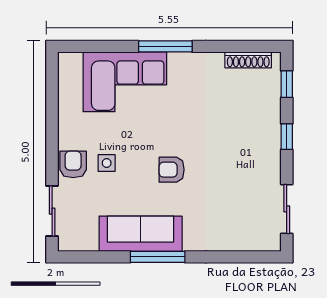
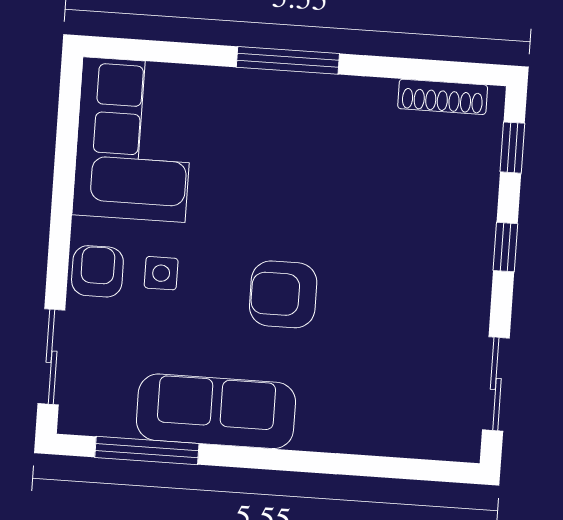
corner sofa: (125, 82) -> (134, 140), moved, turned -90
armchair: (172, 170) -> (283, 294), width x1.38, depth x1.38
window: (158, 257) -> (147, 451), moved

